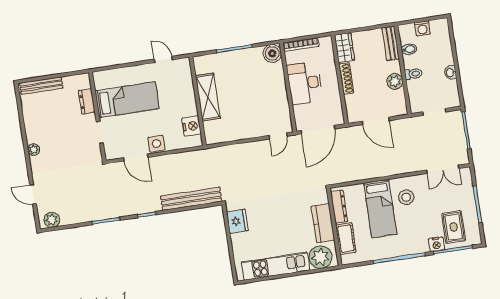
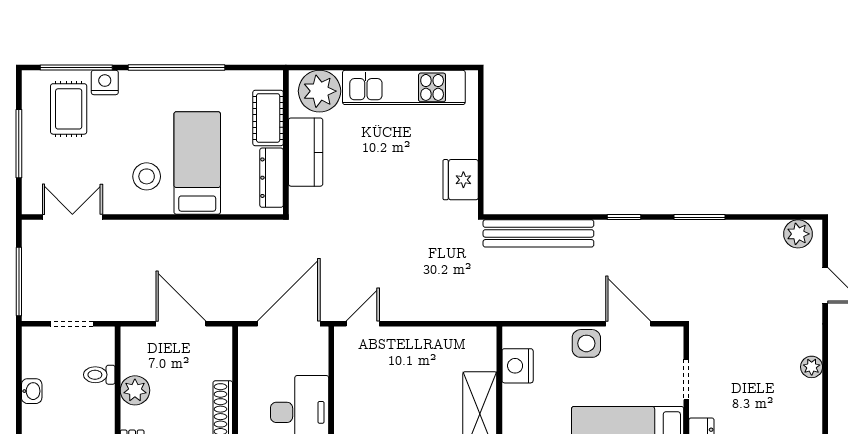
toilet: (413, 74) -> (99, 375), moved

